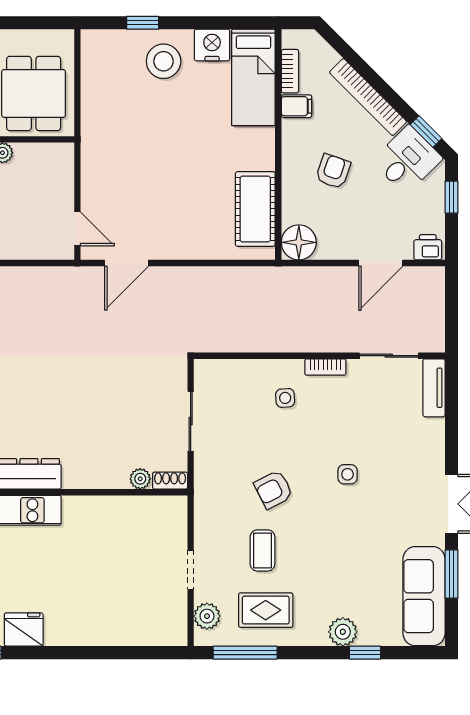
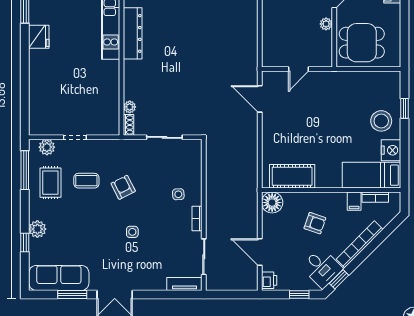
door: (77, 229) -> (299, 69), moved

